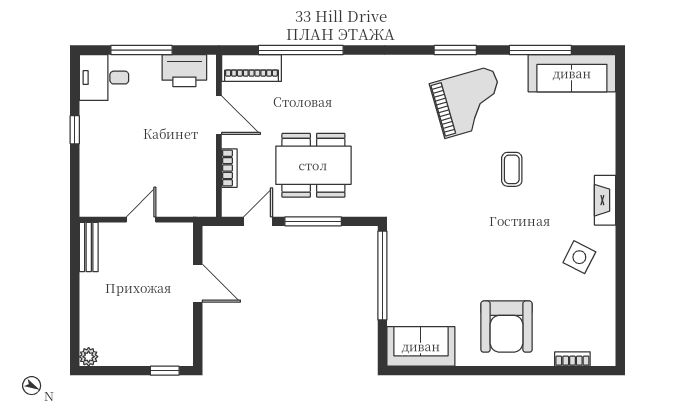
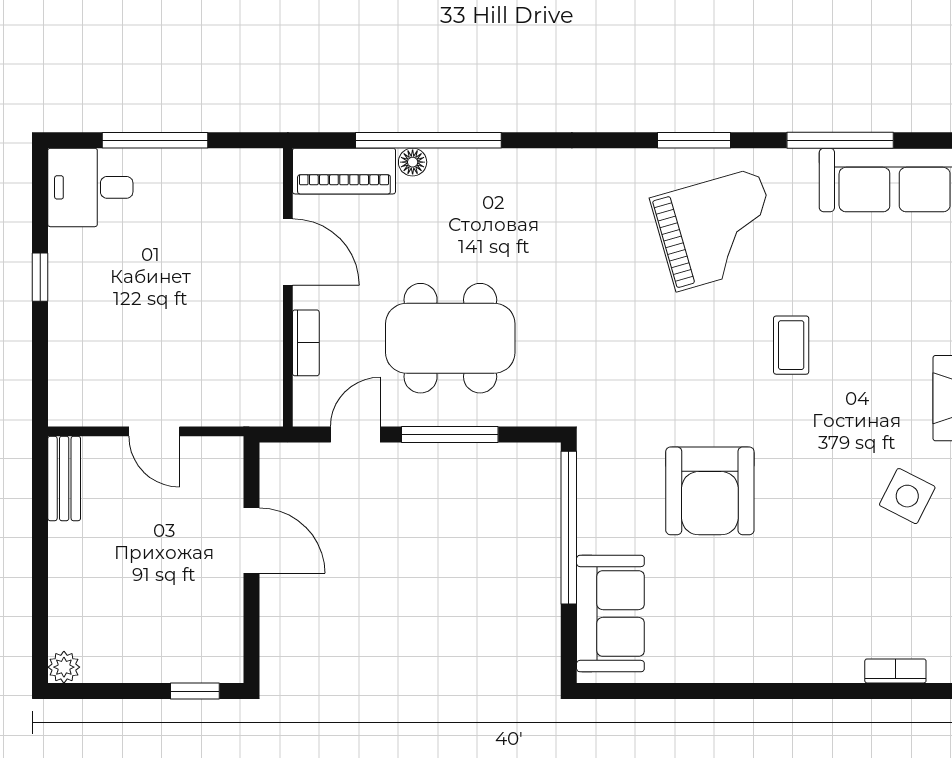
floor lamp: (291, 63) -> (413, 162), added
printer: (184, 71) -> (228, 176), removed
door: (141, 220) -> (154, 431), swing flipped
armchair: (507, 327) -> (710, 491), moved
sofa: (421, 346) -> (610, 614), moved, turned 90

